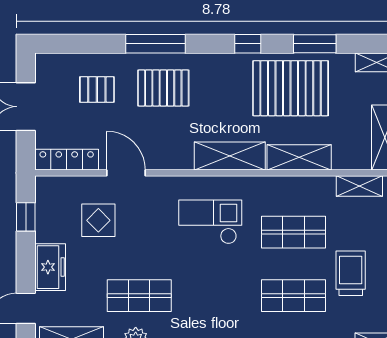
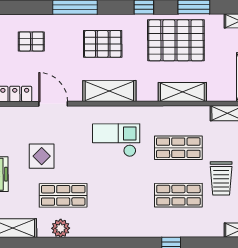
pallet: (163, 88) -> (103, 44), moved
shelving: (230, 156) -> (109, 91), moved
display table: (98, 220) -> (42, 156), moved
trolley: (351, 273) -> (221, 178), turned 180

